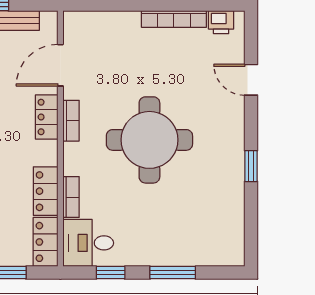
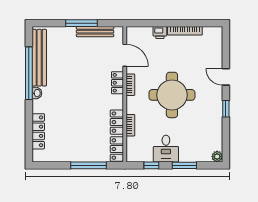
printer: (221, 22) -> (160, 32), moved
door: (60, 65) -> (125, 55), swing flipped
door: (251, 80) -> (226, 77), moved
desk: (88, 243) -> (166, 149), moved, turned -90
plant: (234, 256) -> (217, 157), added

